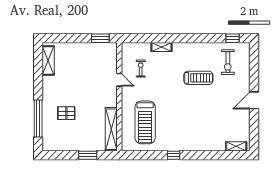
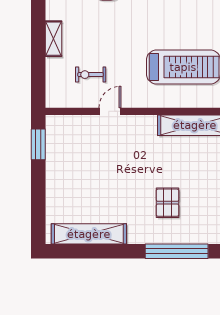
shelving: (48, 61) -> (89, 234), width x1.47

